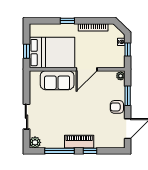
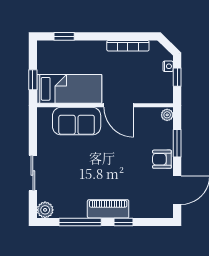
window: (67, 21) -> (64, 36), moved
bed: (52, 53) -> (69, 89), width x0.67
door: (87, 69) -> (119, 105), hinge flipped

